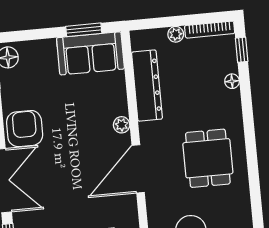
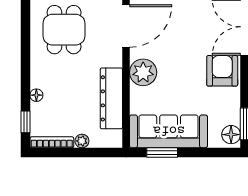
sofa: (90, 53) -> (169, 131), width x1.36
plant: (122, 125) -> (143, 72), width x1.88, depth x1.88
armchair: (25, 129) -> (222, 71), turned 180

